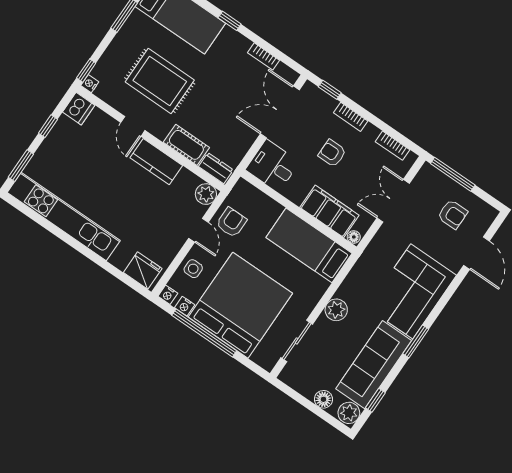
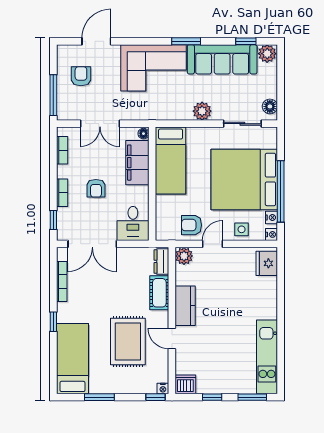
bookcase: (264, 56) -> (62, 282), width x1.56
door: (133, 126) -> (172, 339), swing flipped
kitchen unit: (64, 217) -> (267, 357), width x0.73
floor lamp: (323, 399) -> (270, 106), moved

